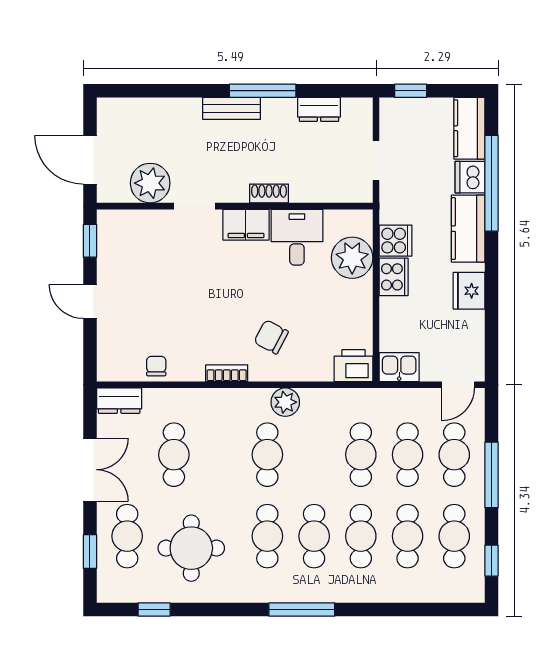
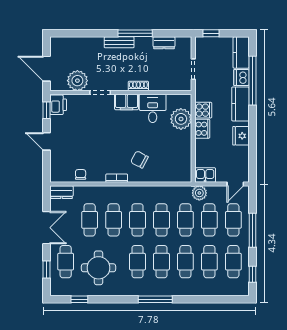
printer: (353, 366) -> (58, 105), moved, turned 90
plant: (285, 402) -> (199, 193), moved
cafe table: (221, 455) -> (114, 220), added
cafe table: (314, 455) -> (161, 220), added

